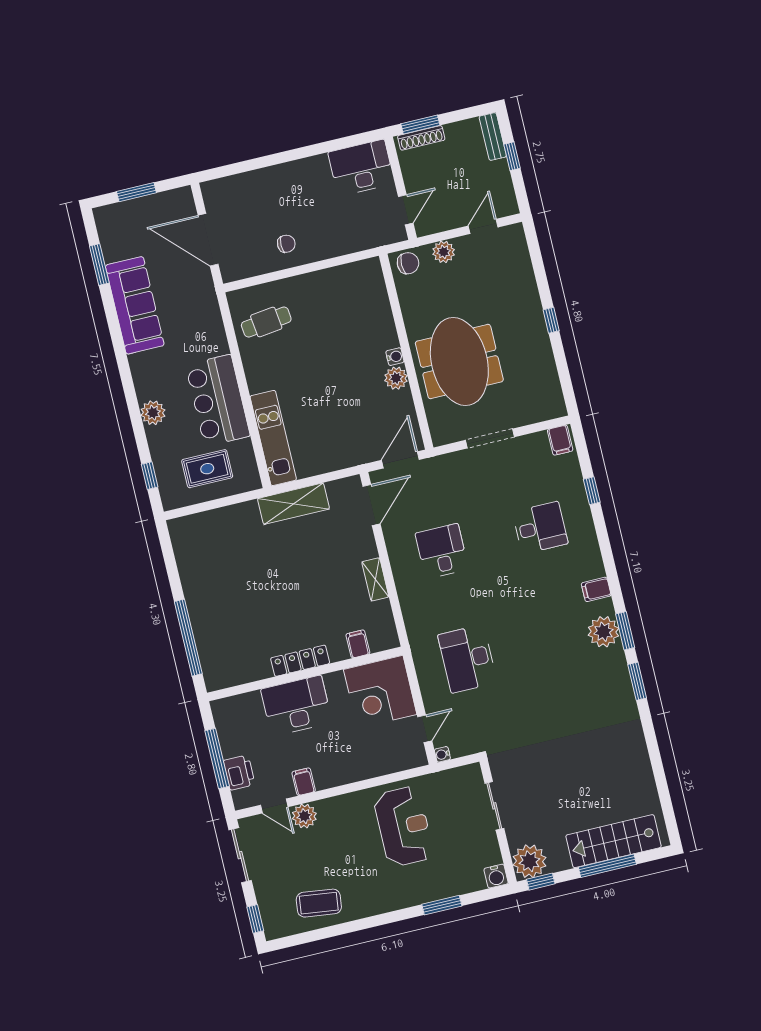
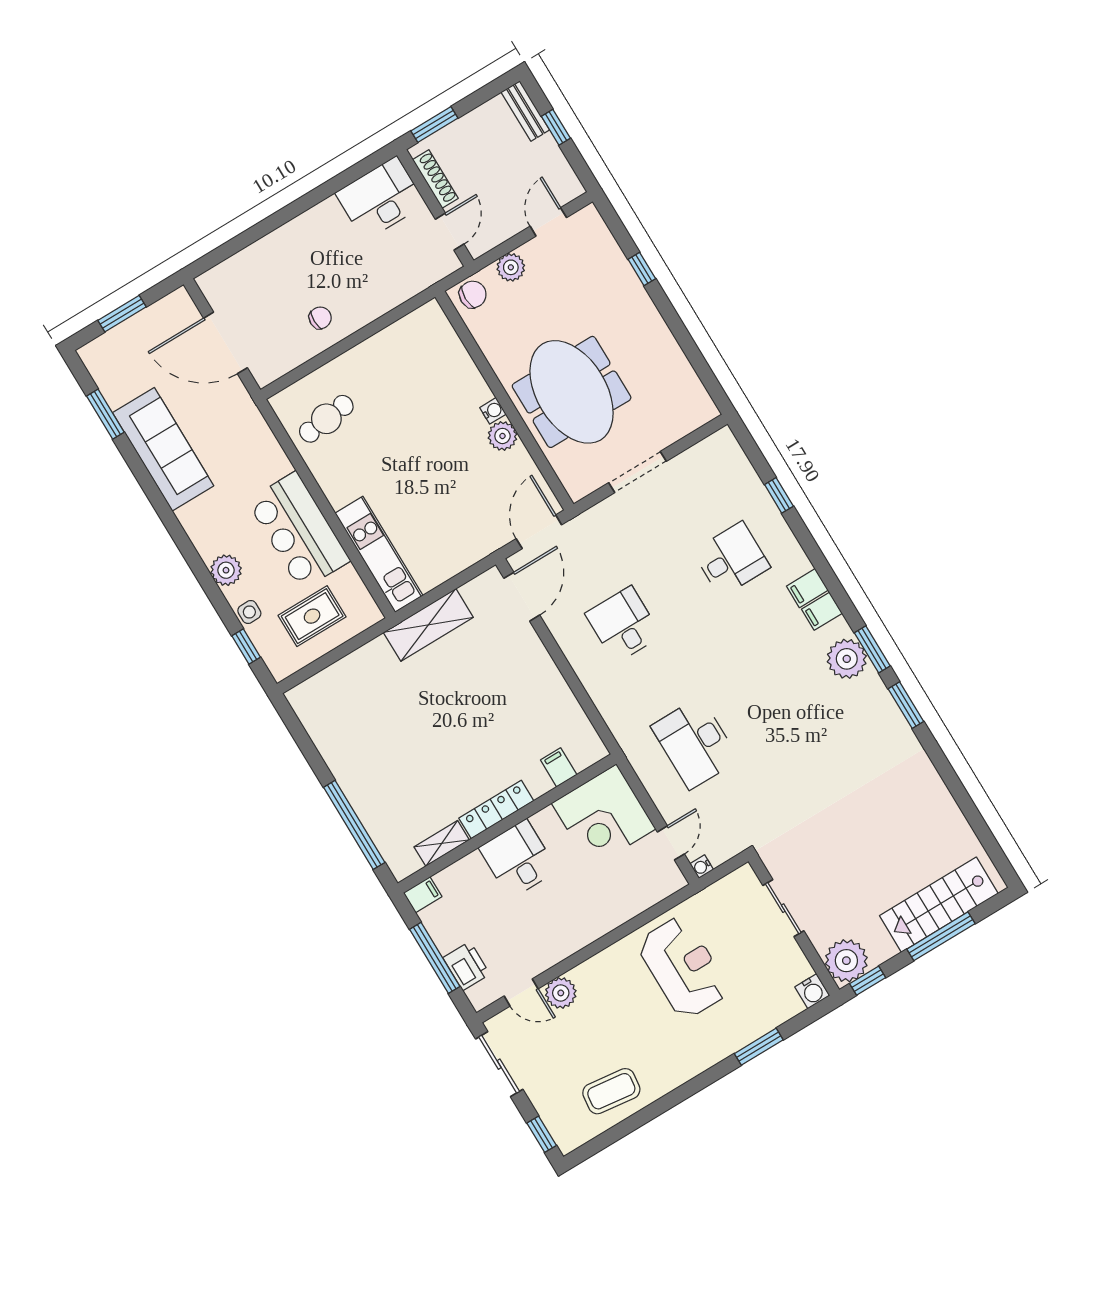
shoe rack: (421, 138) -> (435, 179), moved, turned -90
window: (551, 320) -> (642, 269), moved
filing cabinet: (560, 440) -> (807, 588), moved, turned 90
side table: (161, 450) -> (249, 612), added
shelving: (375, 579) -> (442, 843), moved, turned 90
desk: (296, 706) -> (518, 859), width x0.73
filing cabinet: (304, 782) -> (423, 895), moved, turned 90

